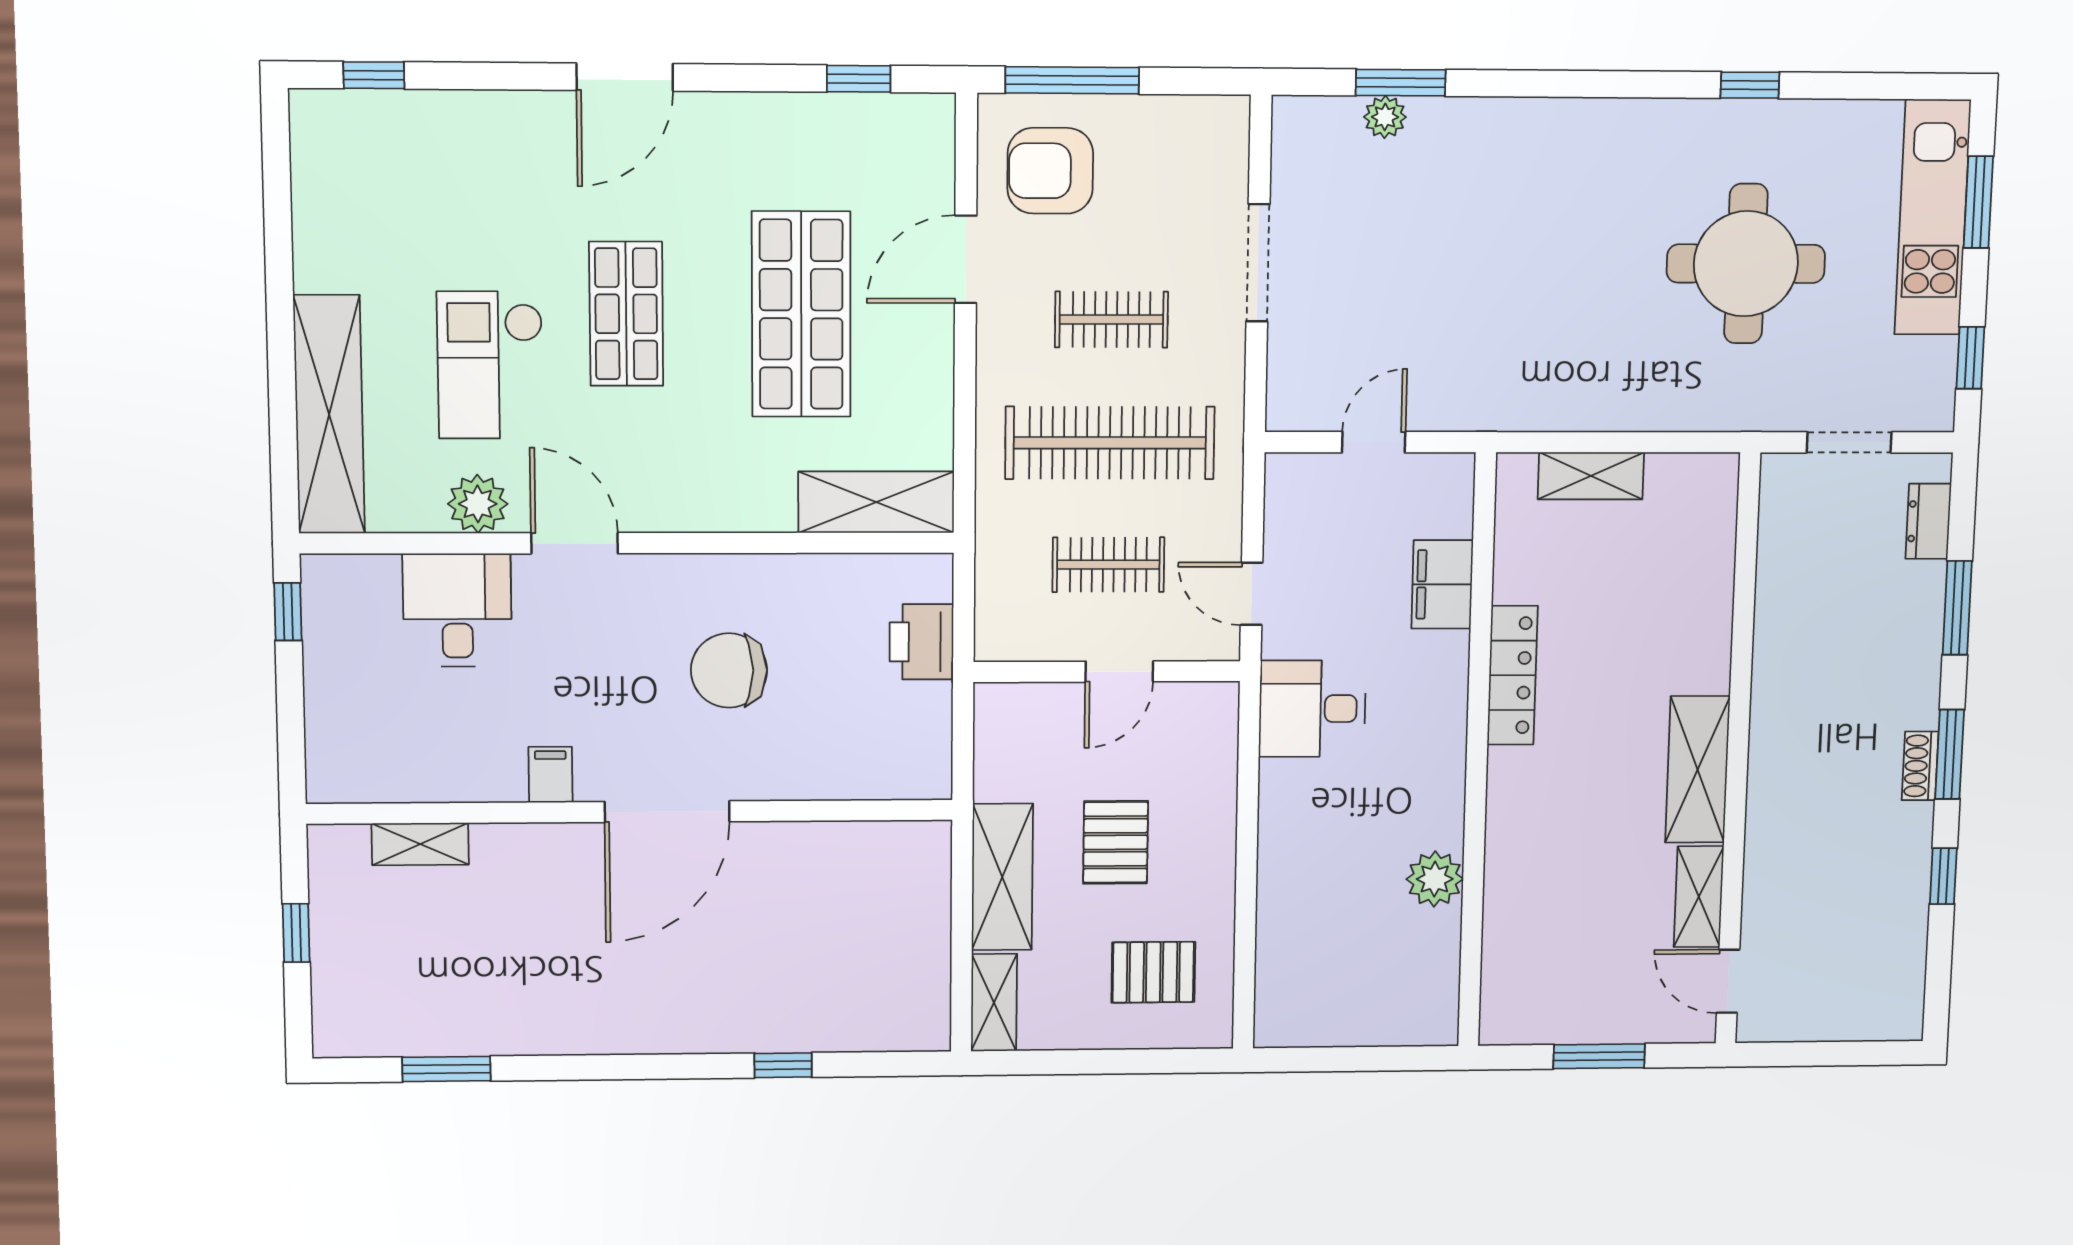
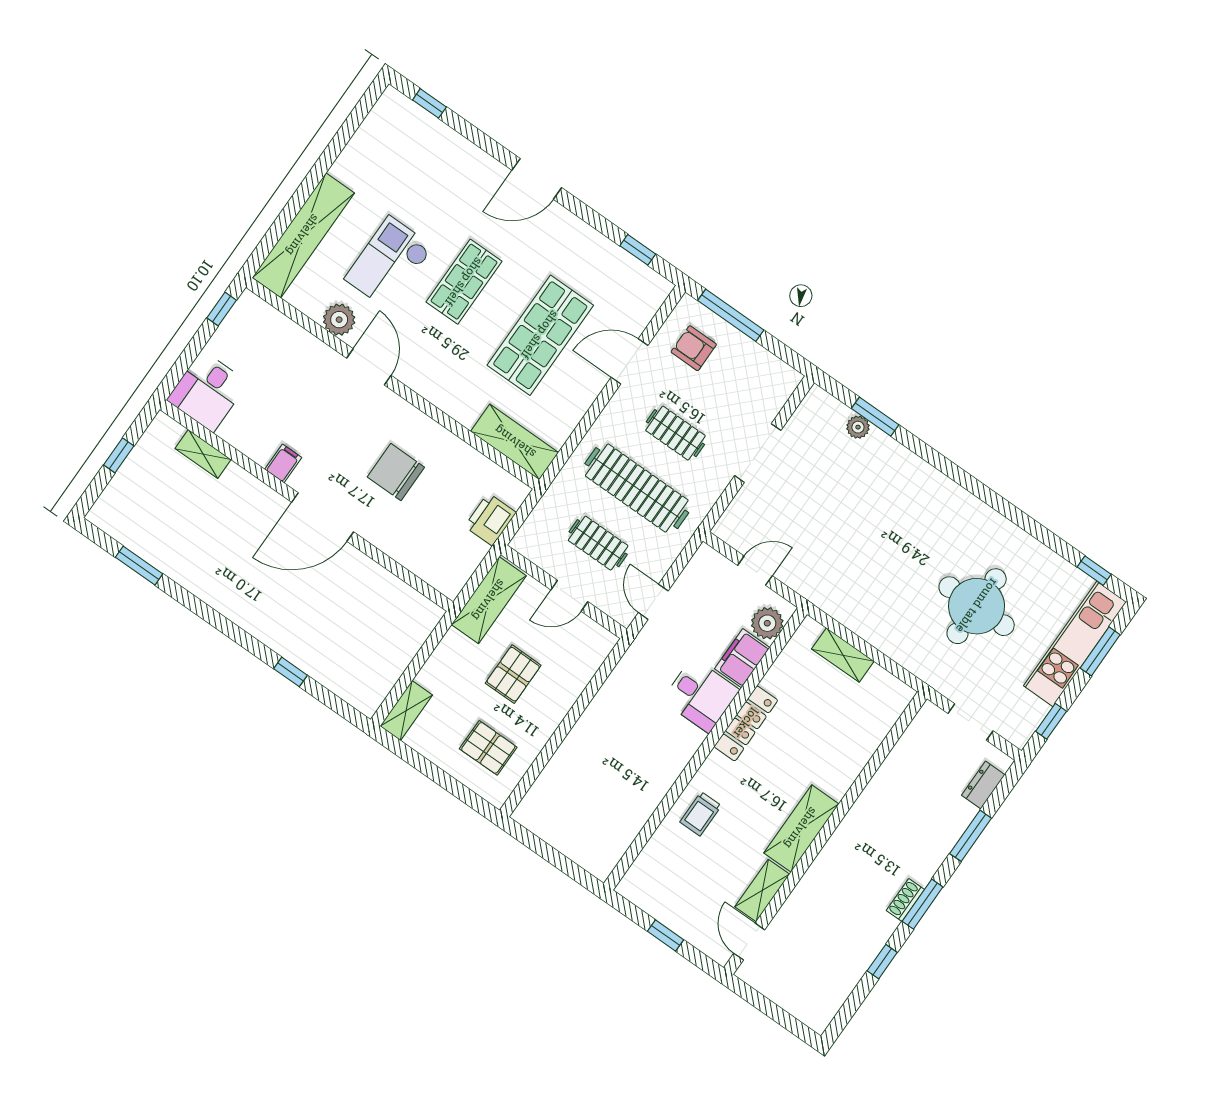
window: (1750, 85) -> (1094, 571), moved
armchair: (1050, 171) -> (694, 348), width x0.72, depth x0.72
desk: (457, 610) -> (207, 391), moved, turned 180
desk: (1312, 709) -> (701, 695), moved, turned 180
trolley: (1533, 851) -> (701, 814), added
shelving: (1002, 877) -> (489, 600), moved
plant: (1435, 879) -> (767, 623), moved
window: (1599, 1056) -> (665, 935), width x0.67

